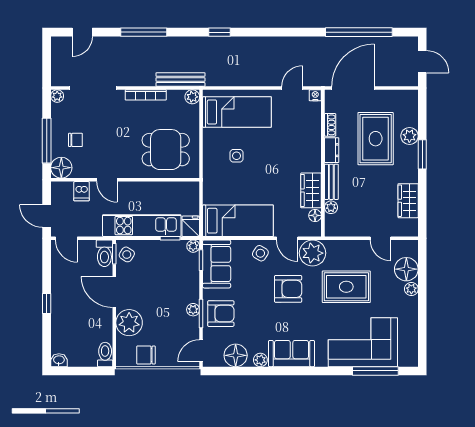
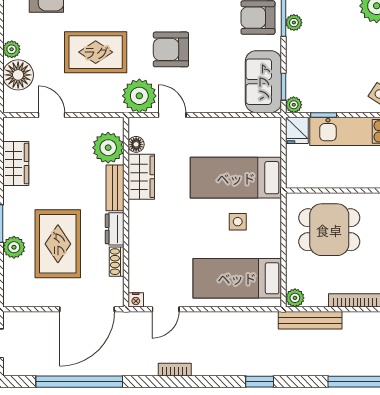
bookcase: (285, 41) -> (175, 370), added
plant: (331, 207) -> (108, 148), width x1.88, depth x1.88
bed: (238, 221) -> (236, 178), moved
side table: (260, 253) -> (207, 96), removed

